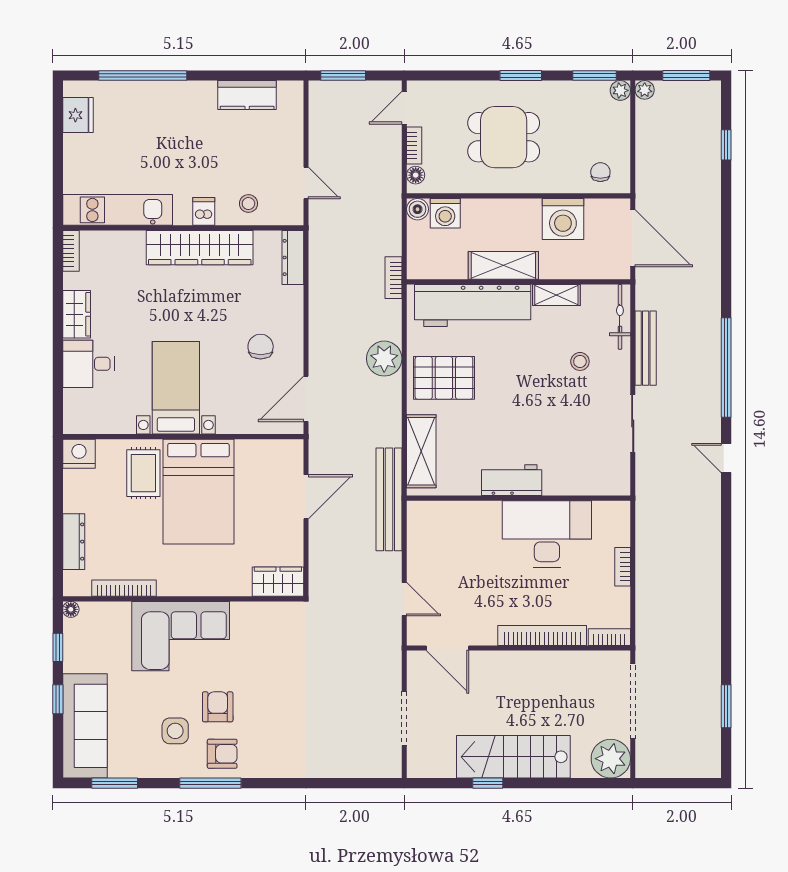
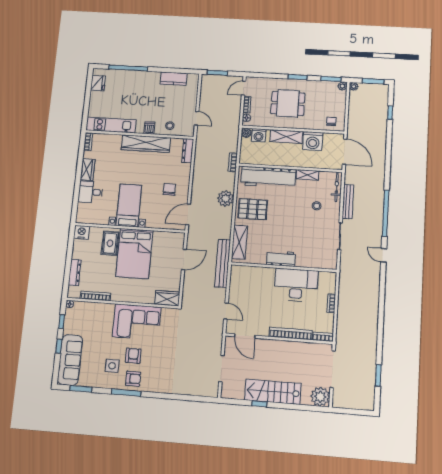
shelving: (503, 265) -> (286, 137), moved
corner sofa: (181, 636) -> (137, 322), moved

